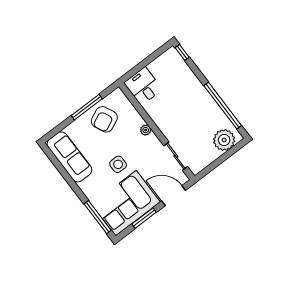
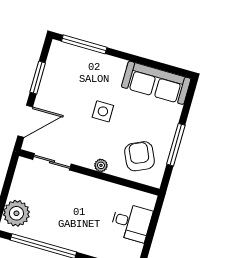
desk: (143, 86) -> (131, 222), moved
armchair: (104, 119) -> (140, 156), moved
corner sofa: (126, 203) -> (67, 79), removed

